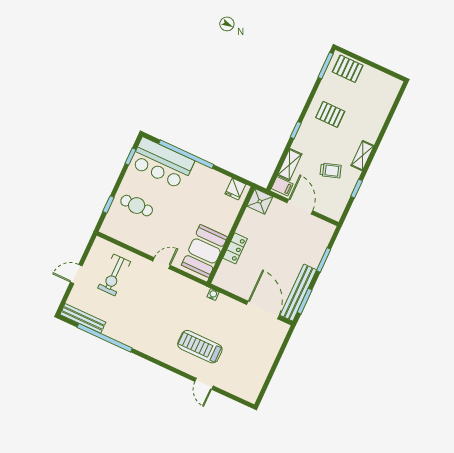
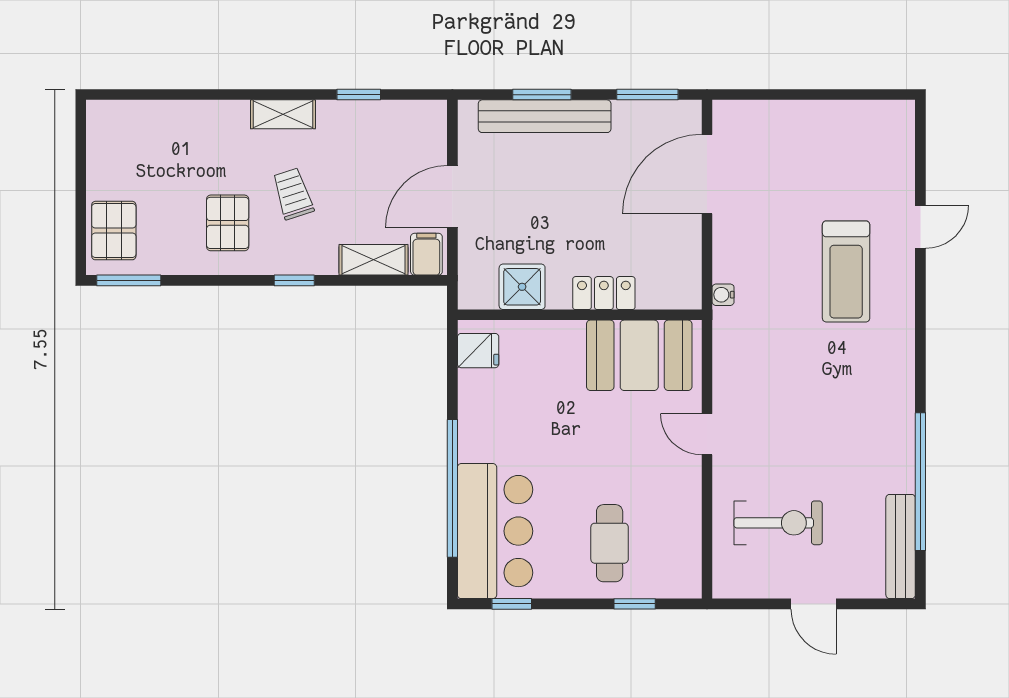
trolley: (331, 171) -> (293, 194), moved
shower: (260, 201) -> (522, 287), moved
bench: (298, 293) -> (545, 116), moved

